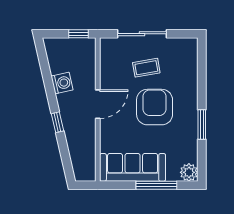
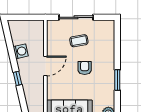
window: (79, 34) -> (32, 17), removed
armchair: (155, 107) -> (85, 68), width x0.53, depth x0.53

